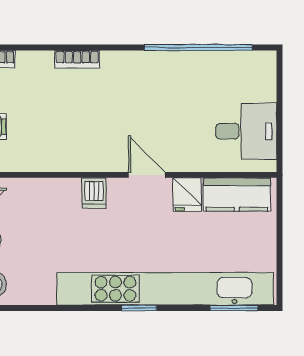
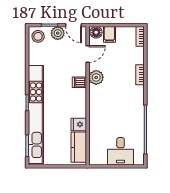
desk: (246, 131) -> (121, 151), moved
plant: (83, 156) -> (96, 77), added
door: (147, 175) -> (88, 54), moved

